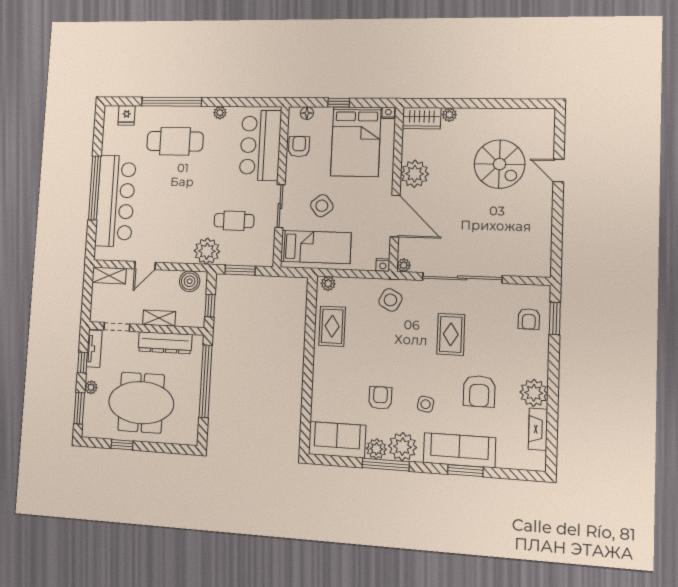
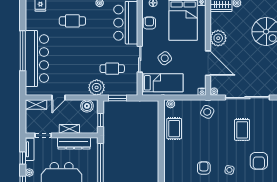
cafe table: (175, 141) -> (72, 21), width x0.73, depth x0.74

